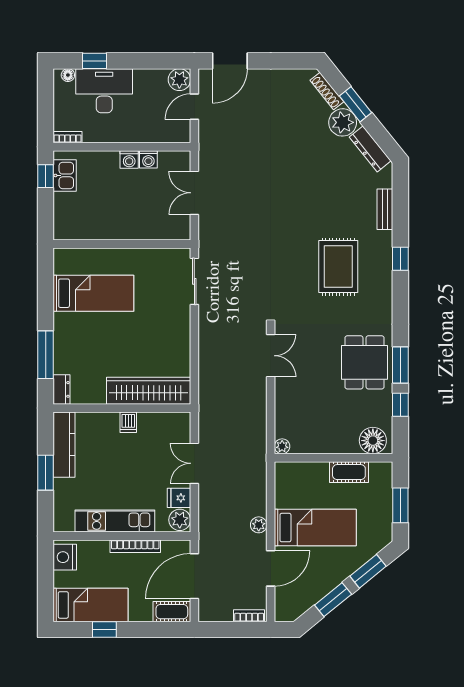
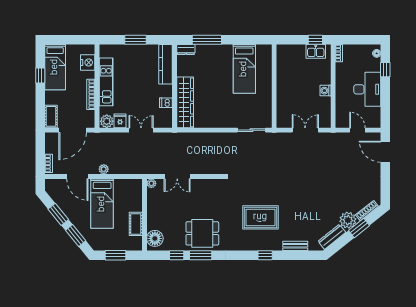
plant: (179, 80) -> (374, 121), removed
desk: (104, 91) -> (367, 89), moved
washing machine: (148, 159) -> (326, 102), removed
double door: (271, 356) -> (177, 176), moved
dishwasher: (128, 422) -> (166, 103), moved
kitchen counter: (64, 445) -> (166, 64), moved, turned 90
nightstand: (65, 557) -> (88, 62), moved, turned 90
door: (194, 576) -> (73, 130), swing flipped

